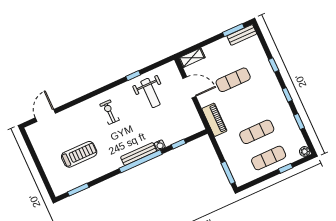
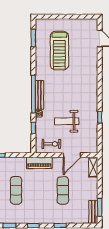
weight bench: (150, 93) -> (67, 121), moved
exercise bike: (109, 112) -> (51, 144), moved
treadmill: (79, 154) -> (59, 51), width x1.37, depth x1.38

